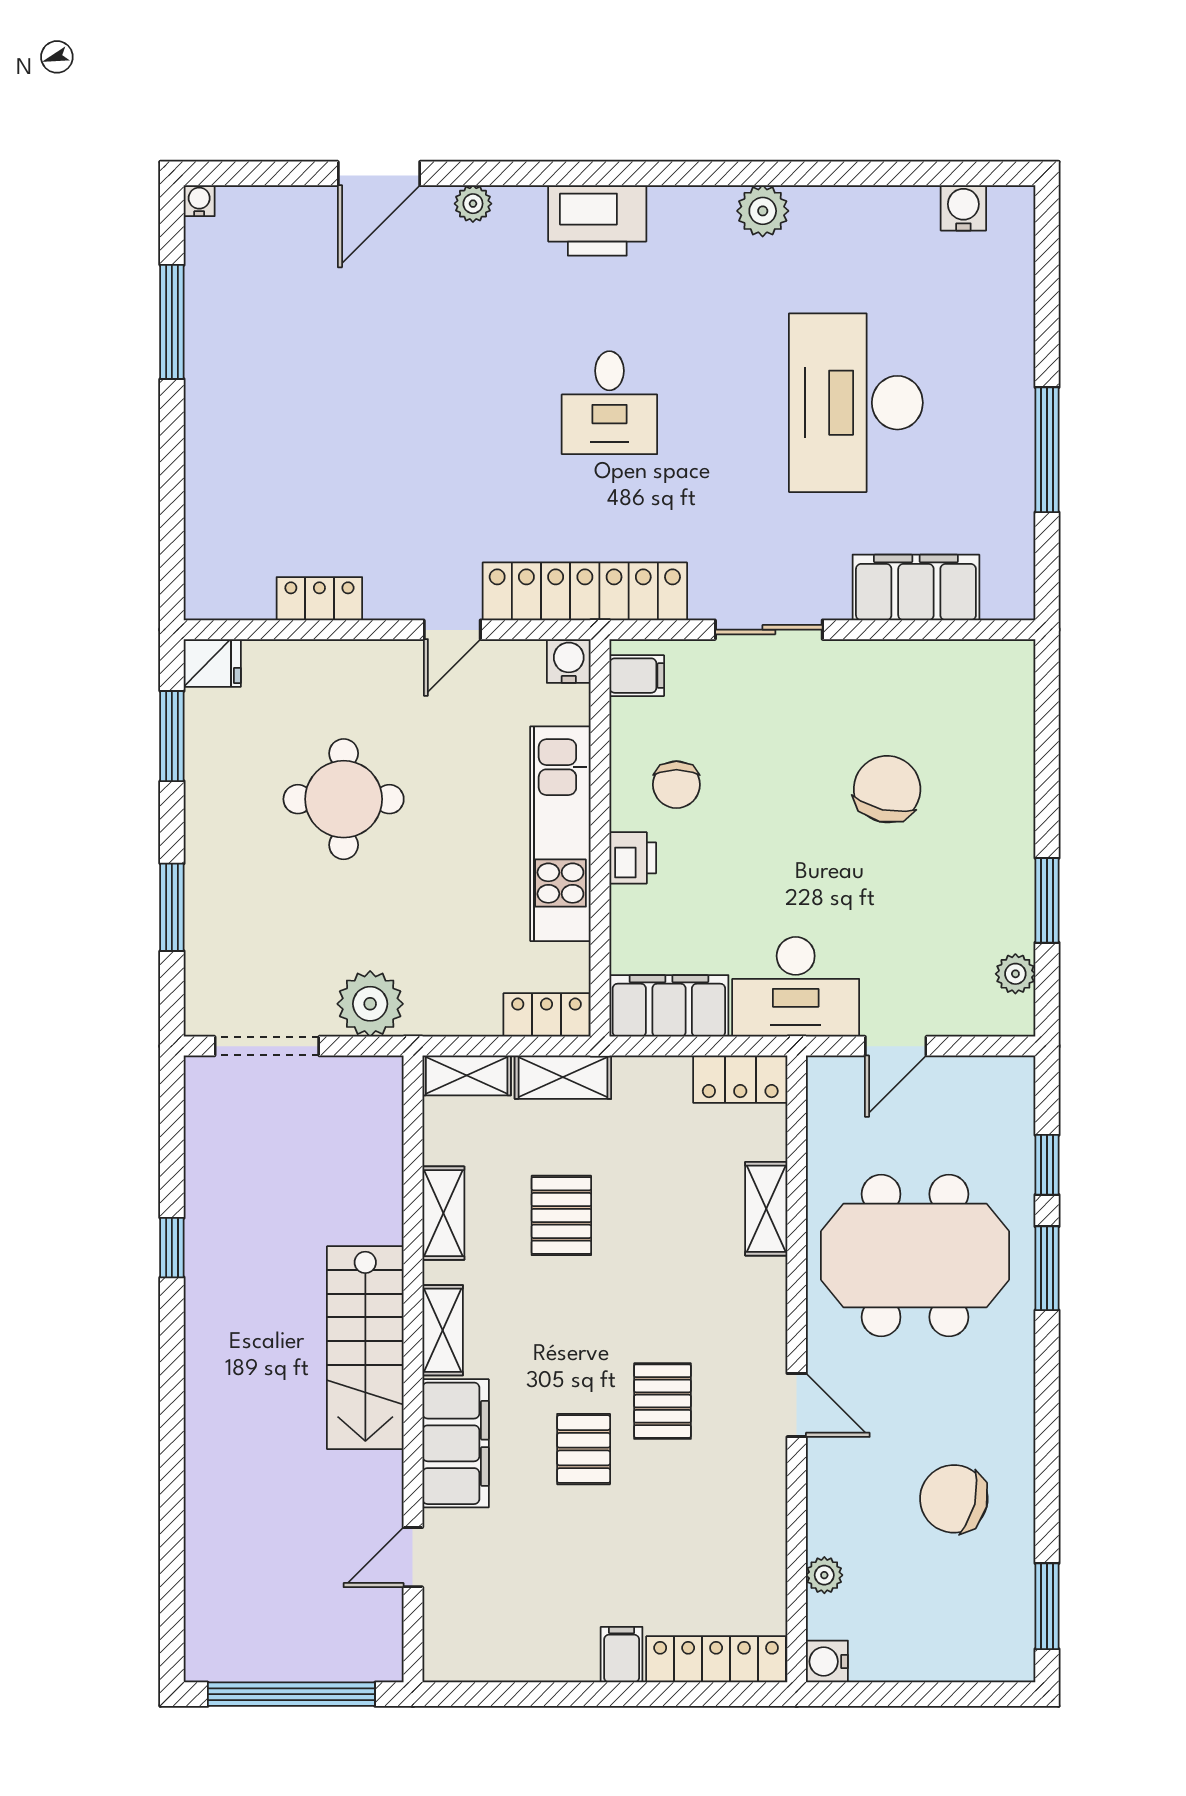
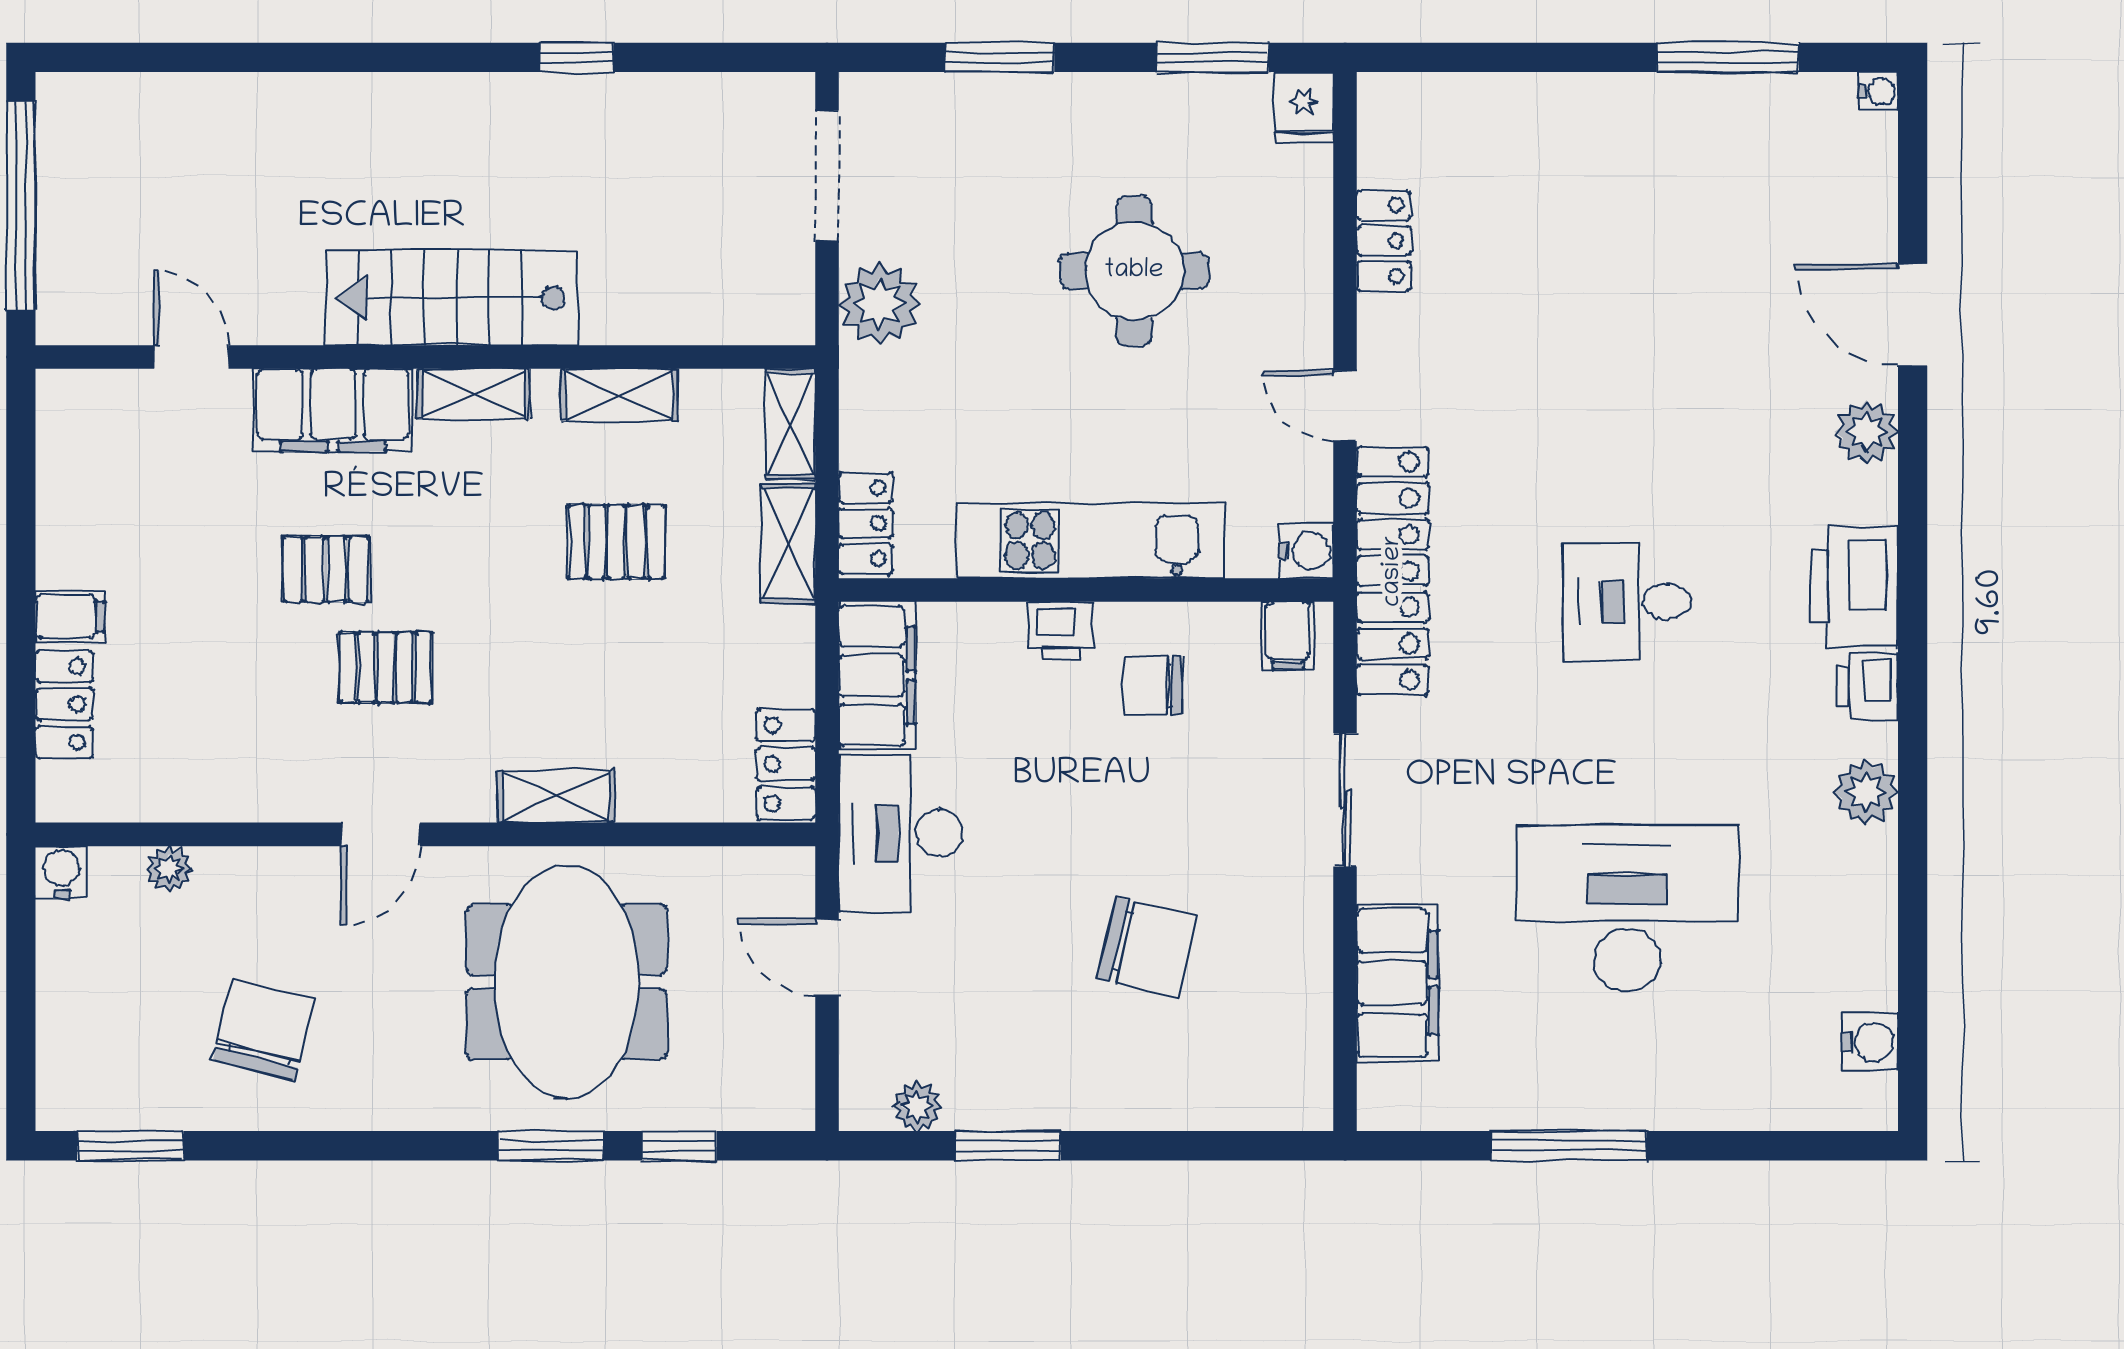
plant: (473, 204) -> (1866, 432), width x1.38, depth x1.38
printer: (677, 210) -> (1867, 686), added
shelving: (766, 1209) -> (556, 797), moved
locker: (716, 1659) -> (64, 704), width x0.66

